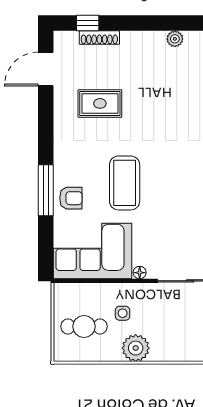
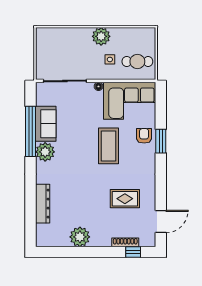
plant: (175, 39) -> (80, 237), width x1.87, depth x1.87
window: (46, 190) -> (161, 141), width x0.69
armchair: (71, 198) -> (144, 136), turned 90
cafe table: (84, 326) -> (137, 62), moved

